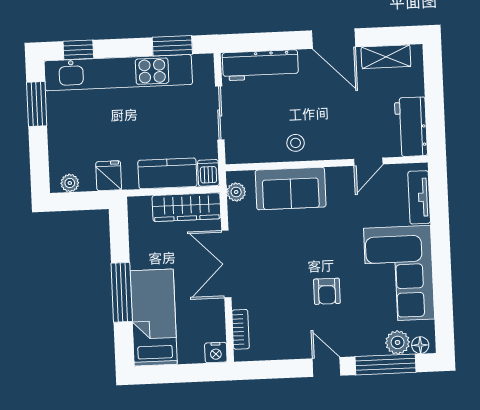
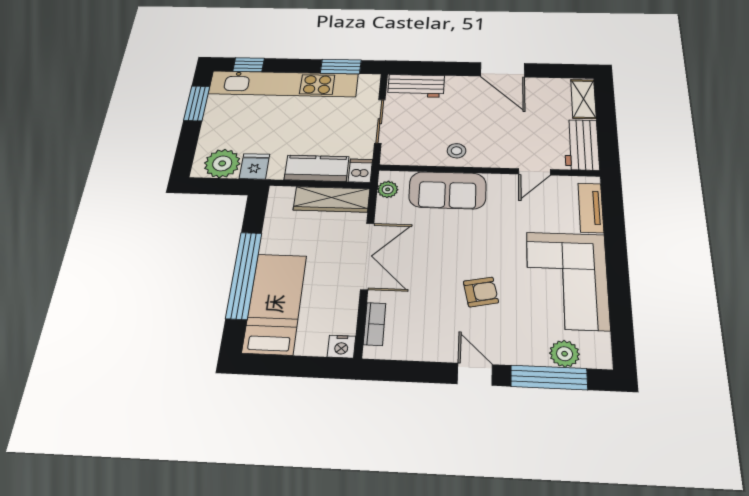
shelving: (386, 57) -> (583, 99), moved, turned 90
workbench: (260, 65) -> (416, 86), width x0.73
plant: (70, 183) -> (222, 163), width x1.88, depth x1.88
double door: (226, 264) -> (367, 256), swing flipped
armchair: (327, 291) -> (481, 292), turned -102
window: (122, 292) -> (244, 275), width x1.46
floor lamp: (420, 345) -> (593, 359), removed

